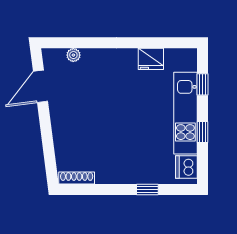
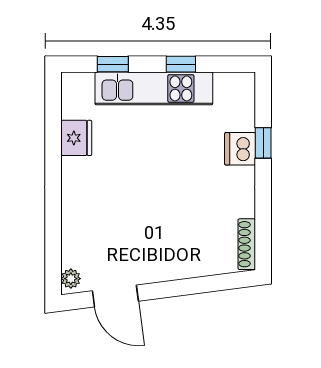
plant: (73, 55) -> (71, 279), moved
dishwasher: (186, 167) -> (240, 149), moved, turned 90

